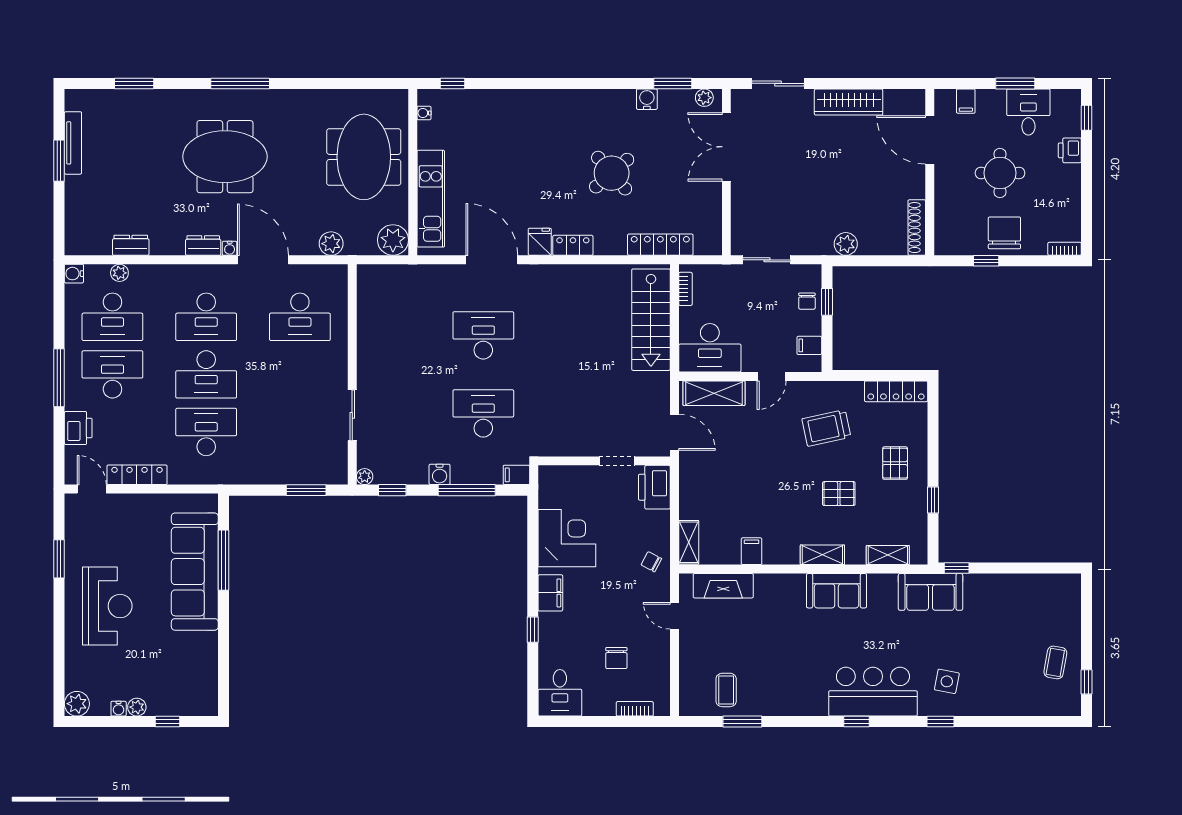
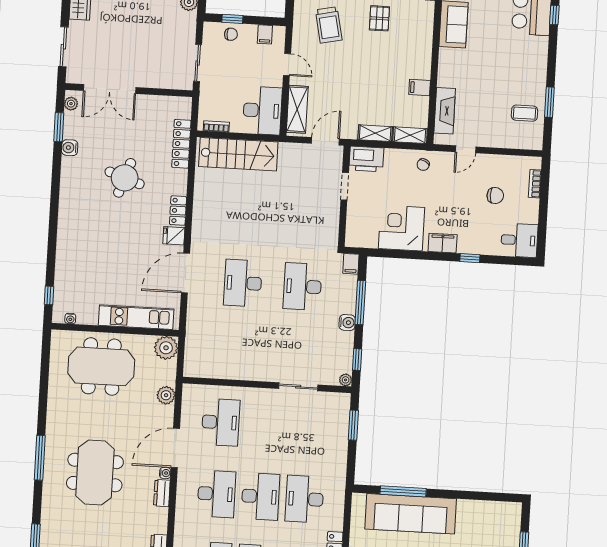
round table: (612, 173) -> (125, 178), turned -30
shelving: (822, 555) -> (375, 133), moved, turned 90

